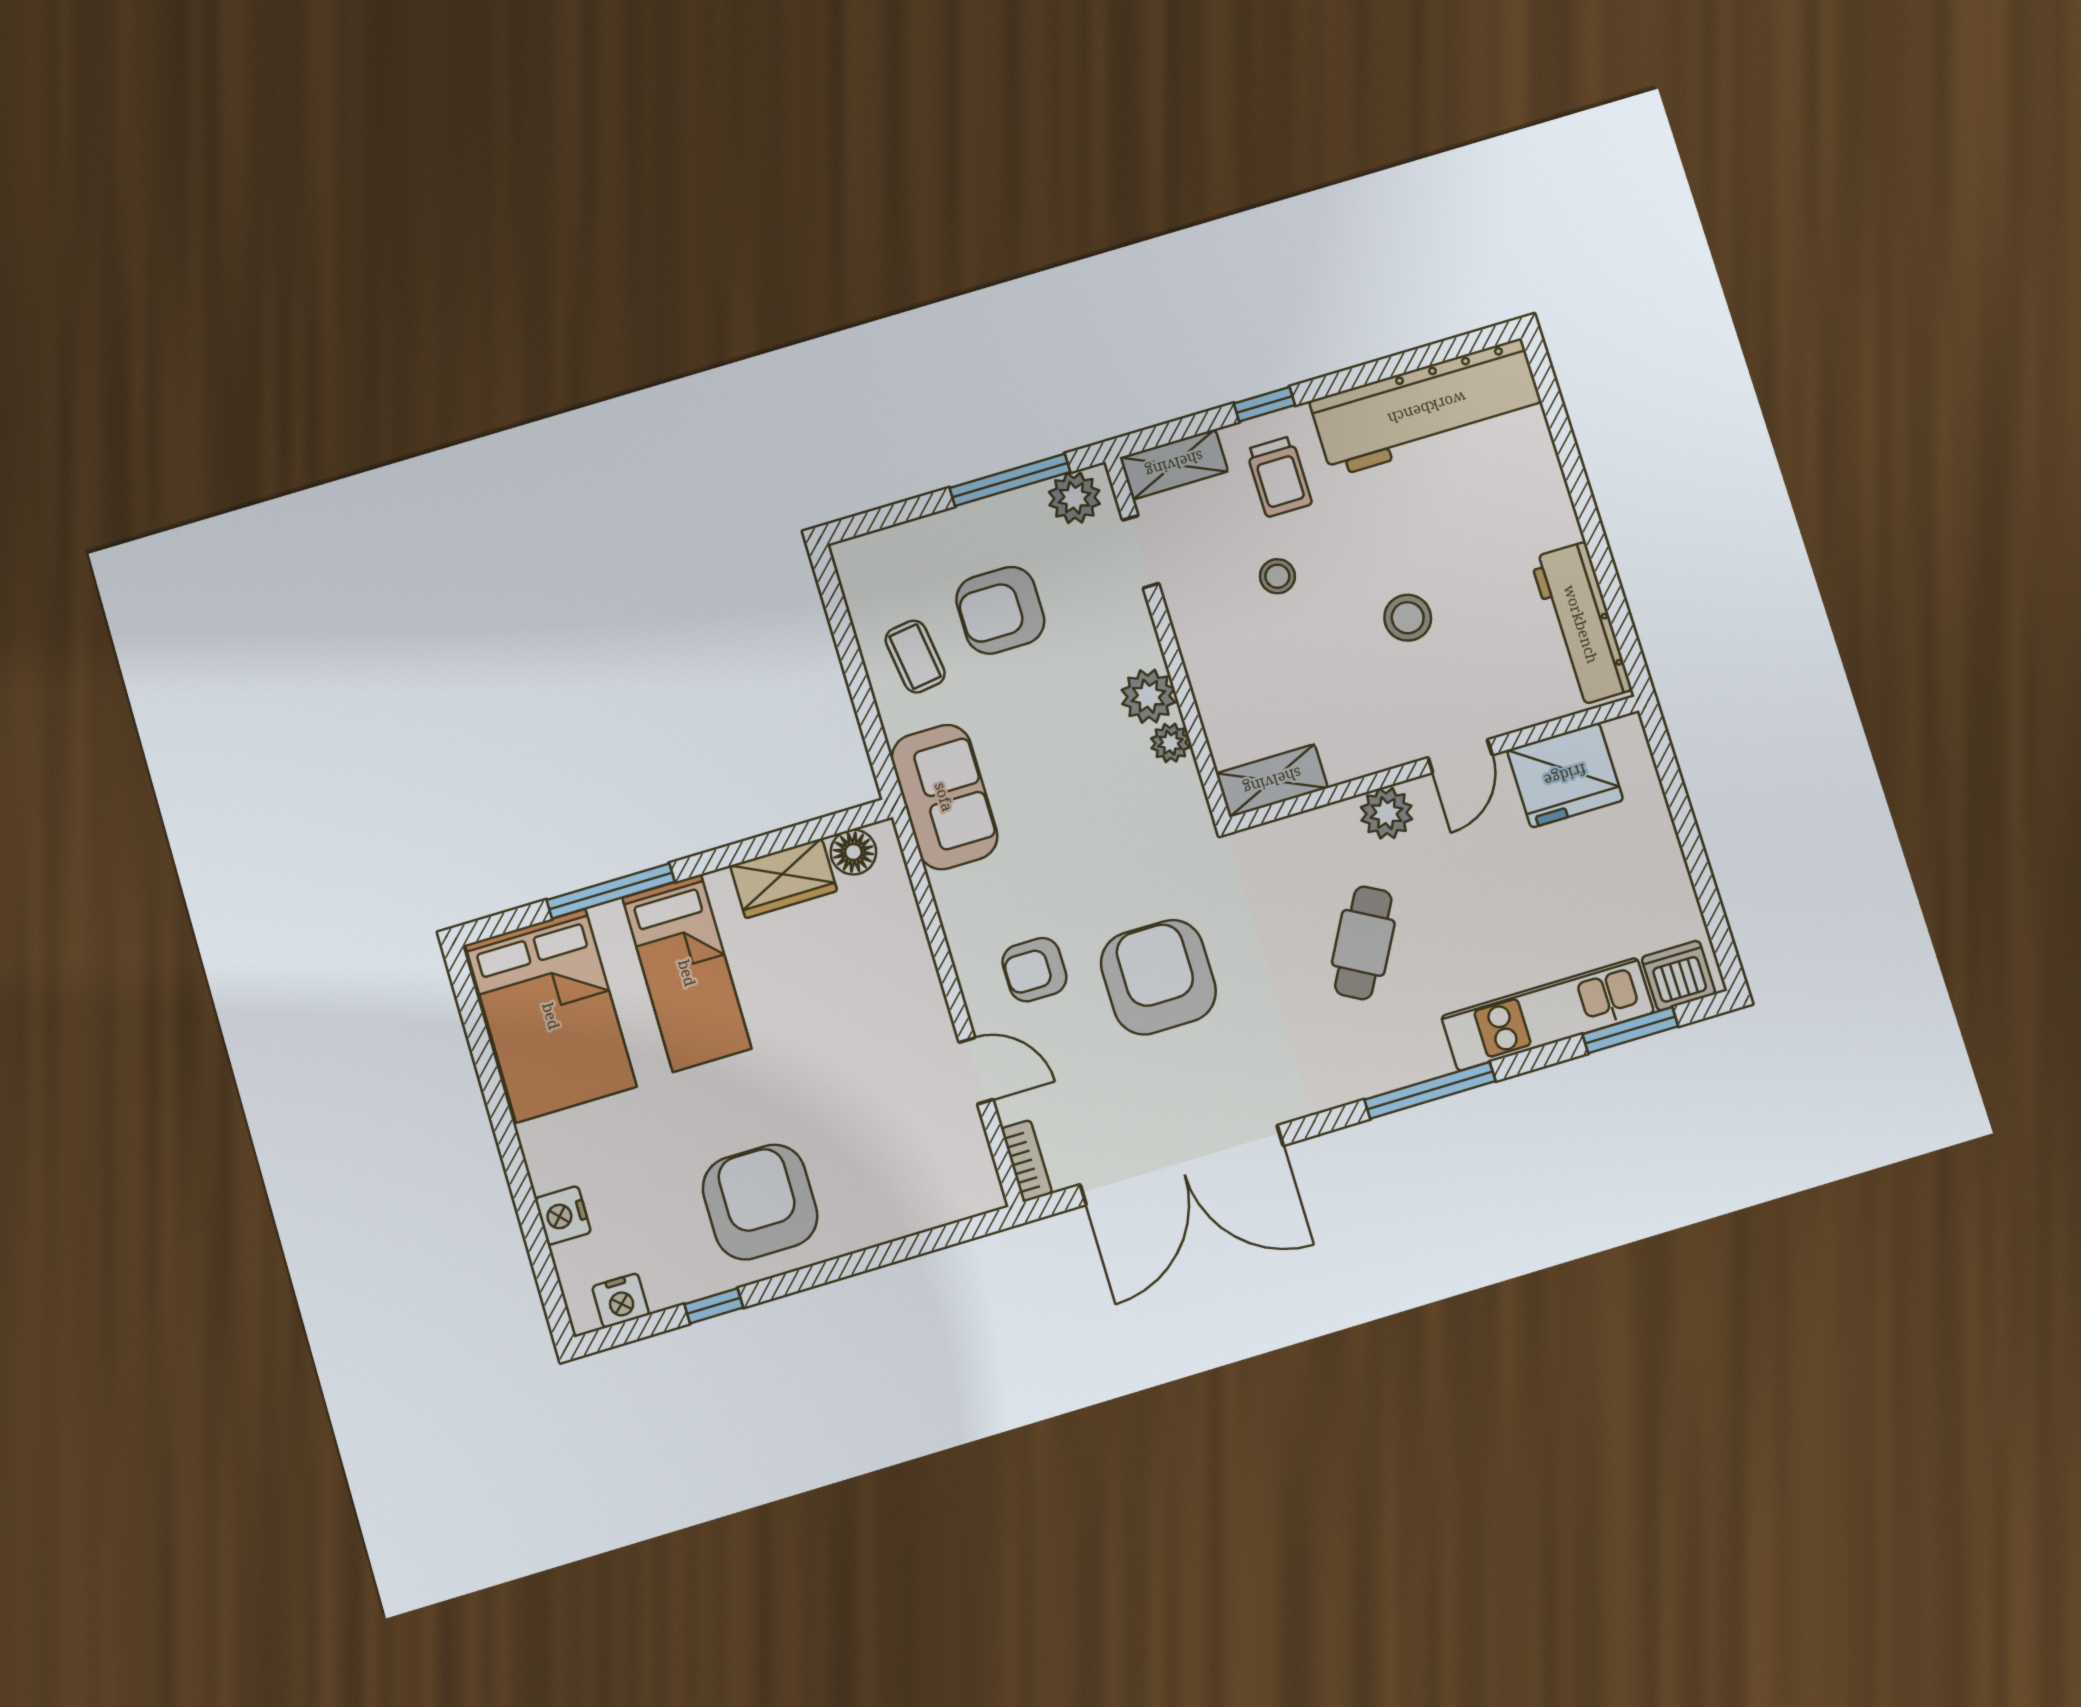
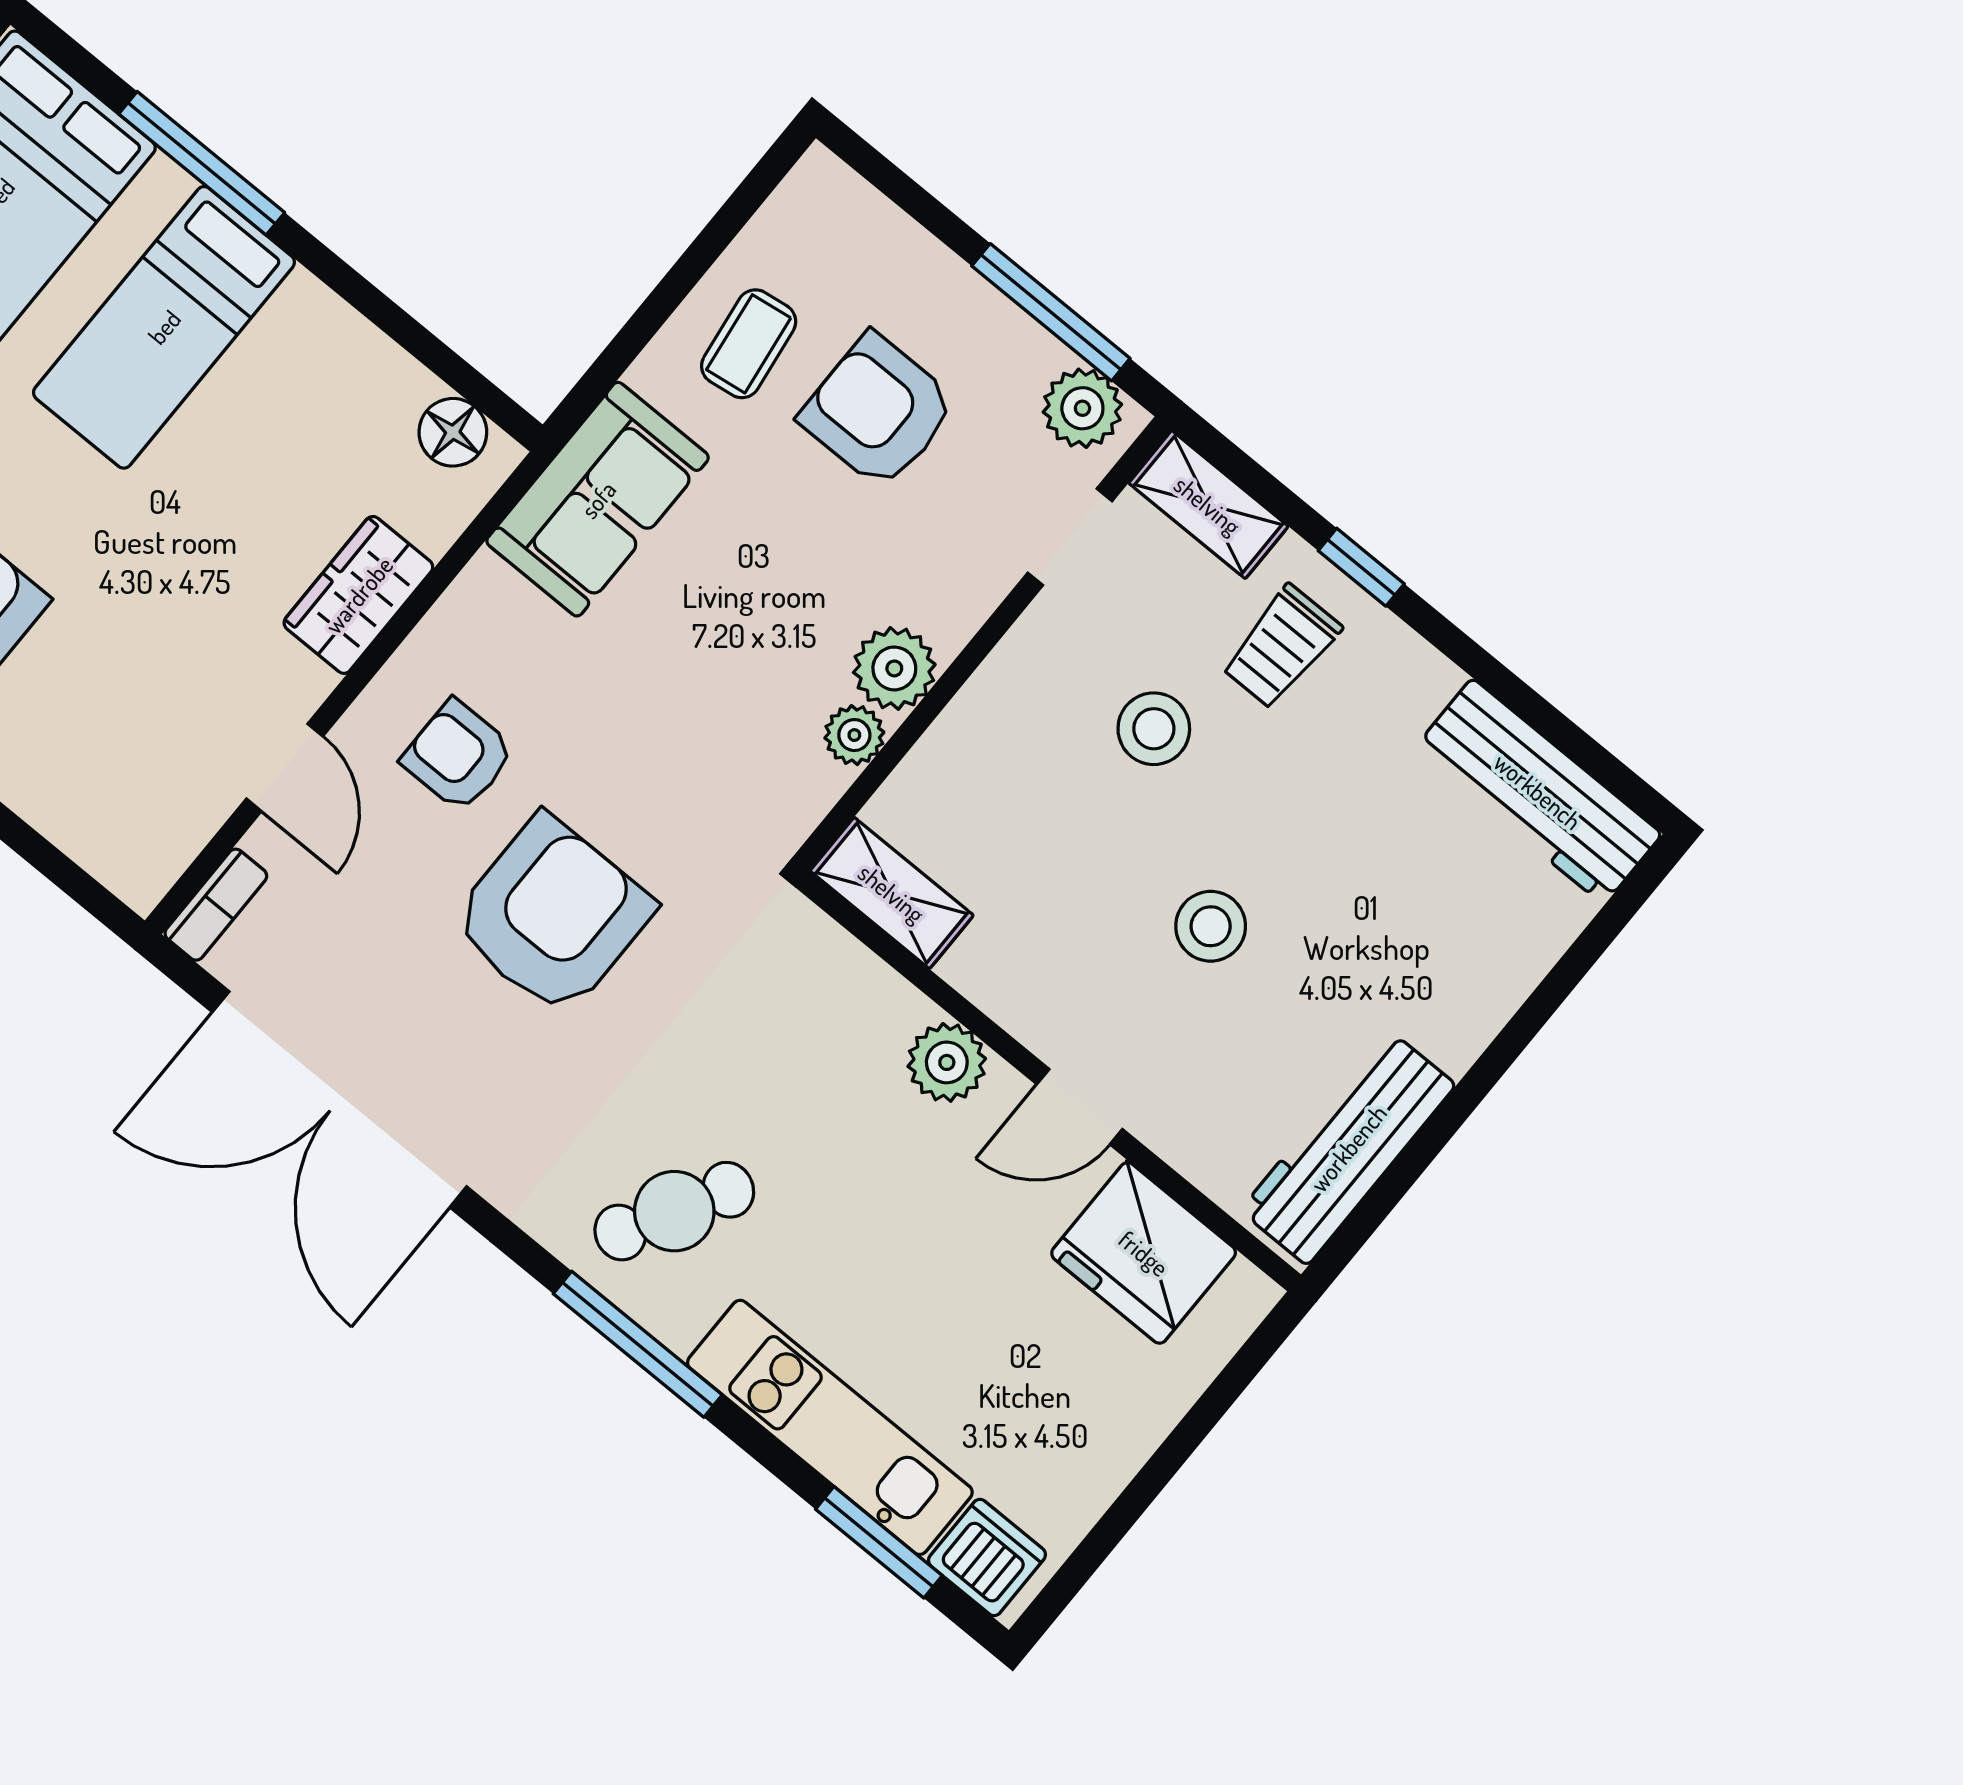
workbench: (1427, 408) -> (1538, 791), width x0.73, depth x0.76
stool: (1277, 576) -> (1154, 729), width x1.37, depth x1.37
wardrobe: (784, 878) -> (358, 595), moved, turned 90
cafe table: (1363, 943) -> (674, 1211), moved

